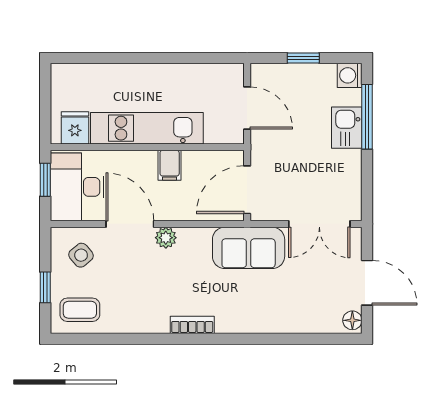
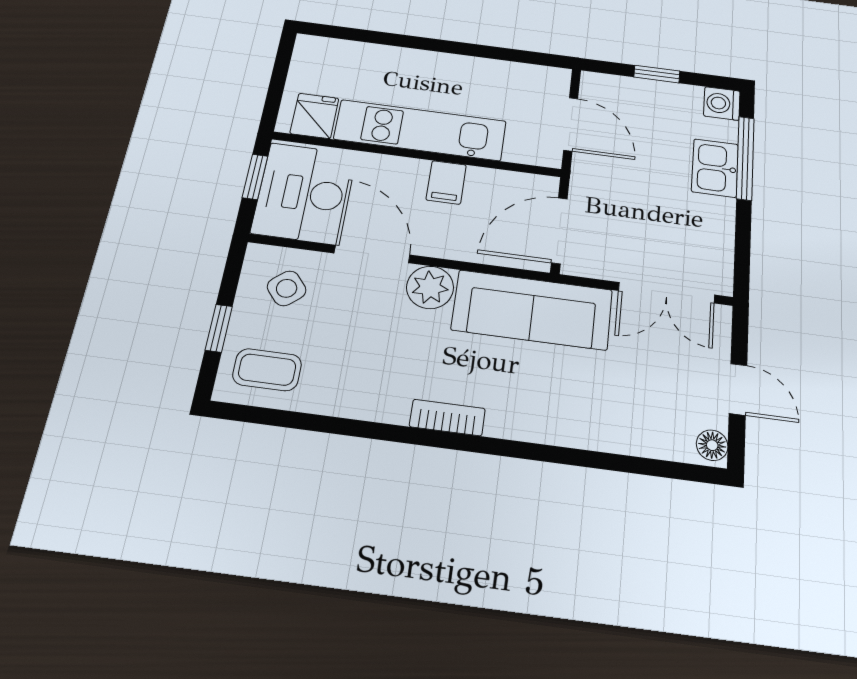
plant: (166, 238) -> (430, 287), width x1.38, depth x1.38
sofa: (249, 248) -> (532, 310), width x1.36
door: (367, 283) -> (738, 389), width x0.73

